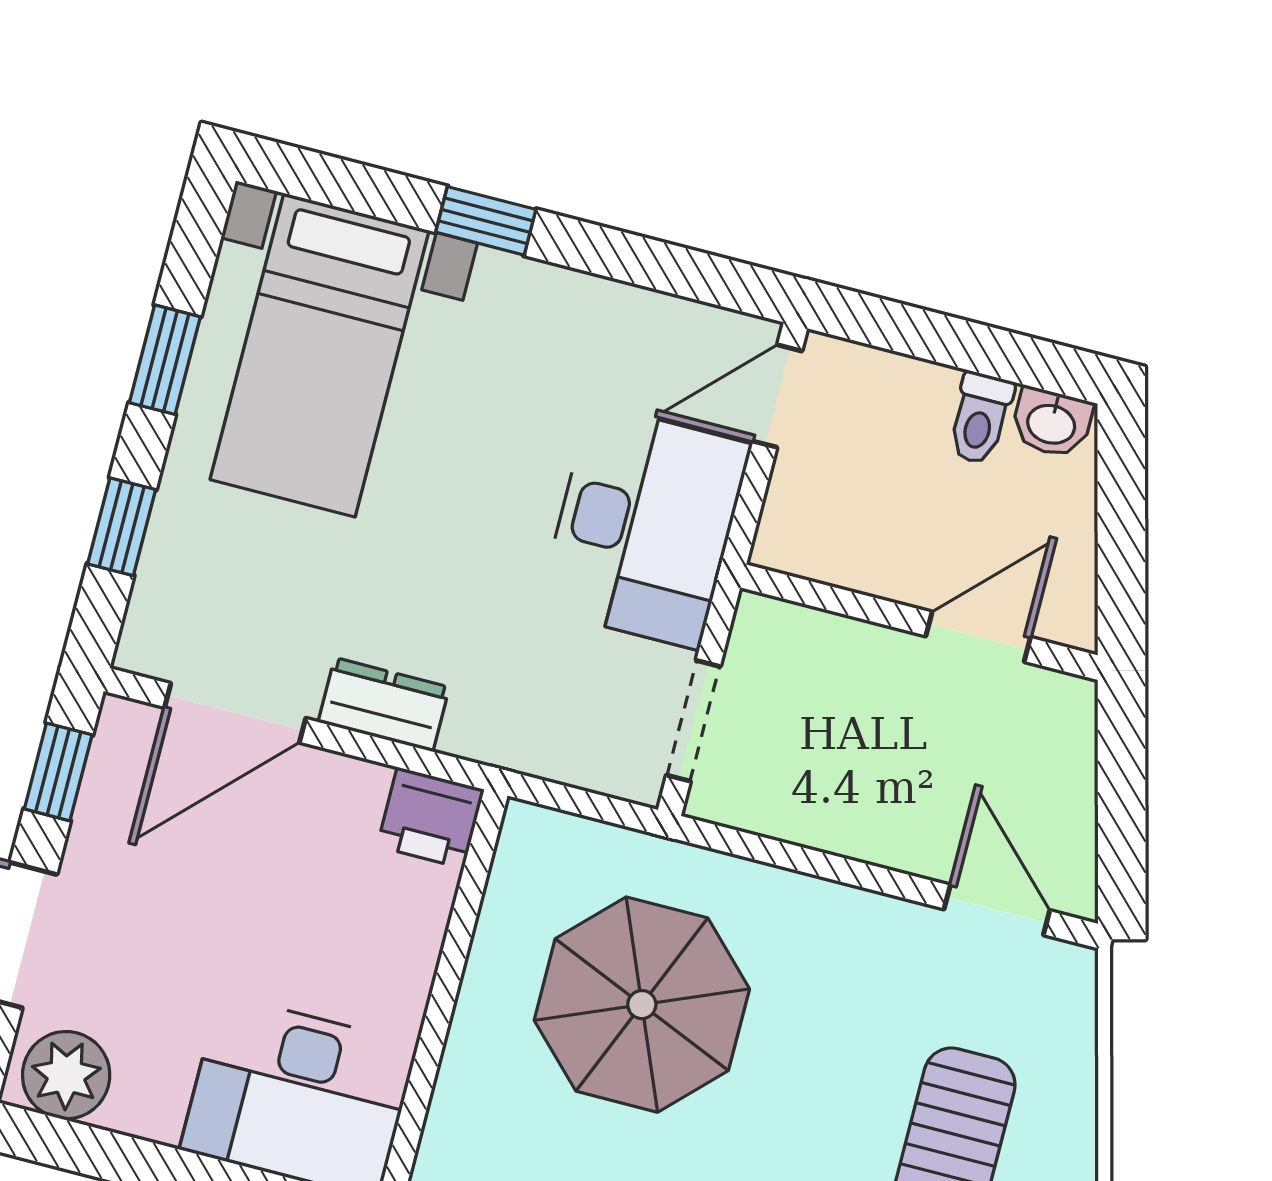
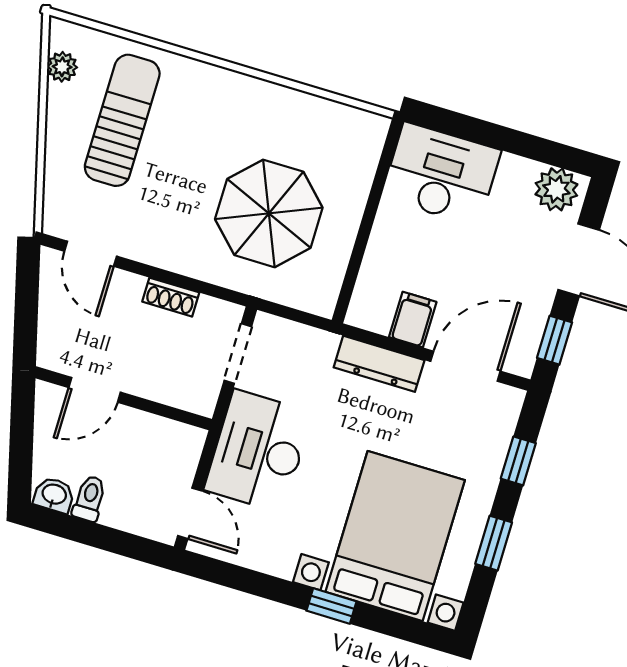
bed with nightstands: (320, 355) -> (395, 536), width x1.36
door: (777, 396) -> (190, 513), hinge flipped
dresser: (384, 705) -> (379, 364), width x1.44
filing cabinet: (345, 803) -> (413, 319), added
printer: (431, 818) -> (370, 310), removed
shoe rack: (832, 829) -> (171, 297), added

